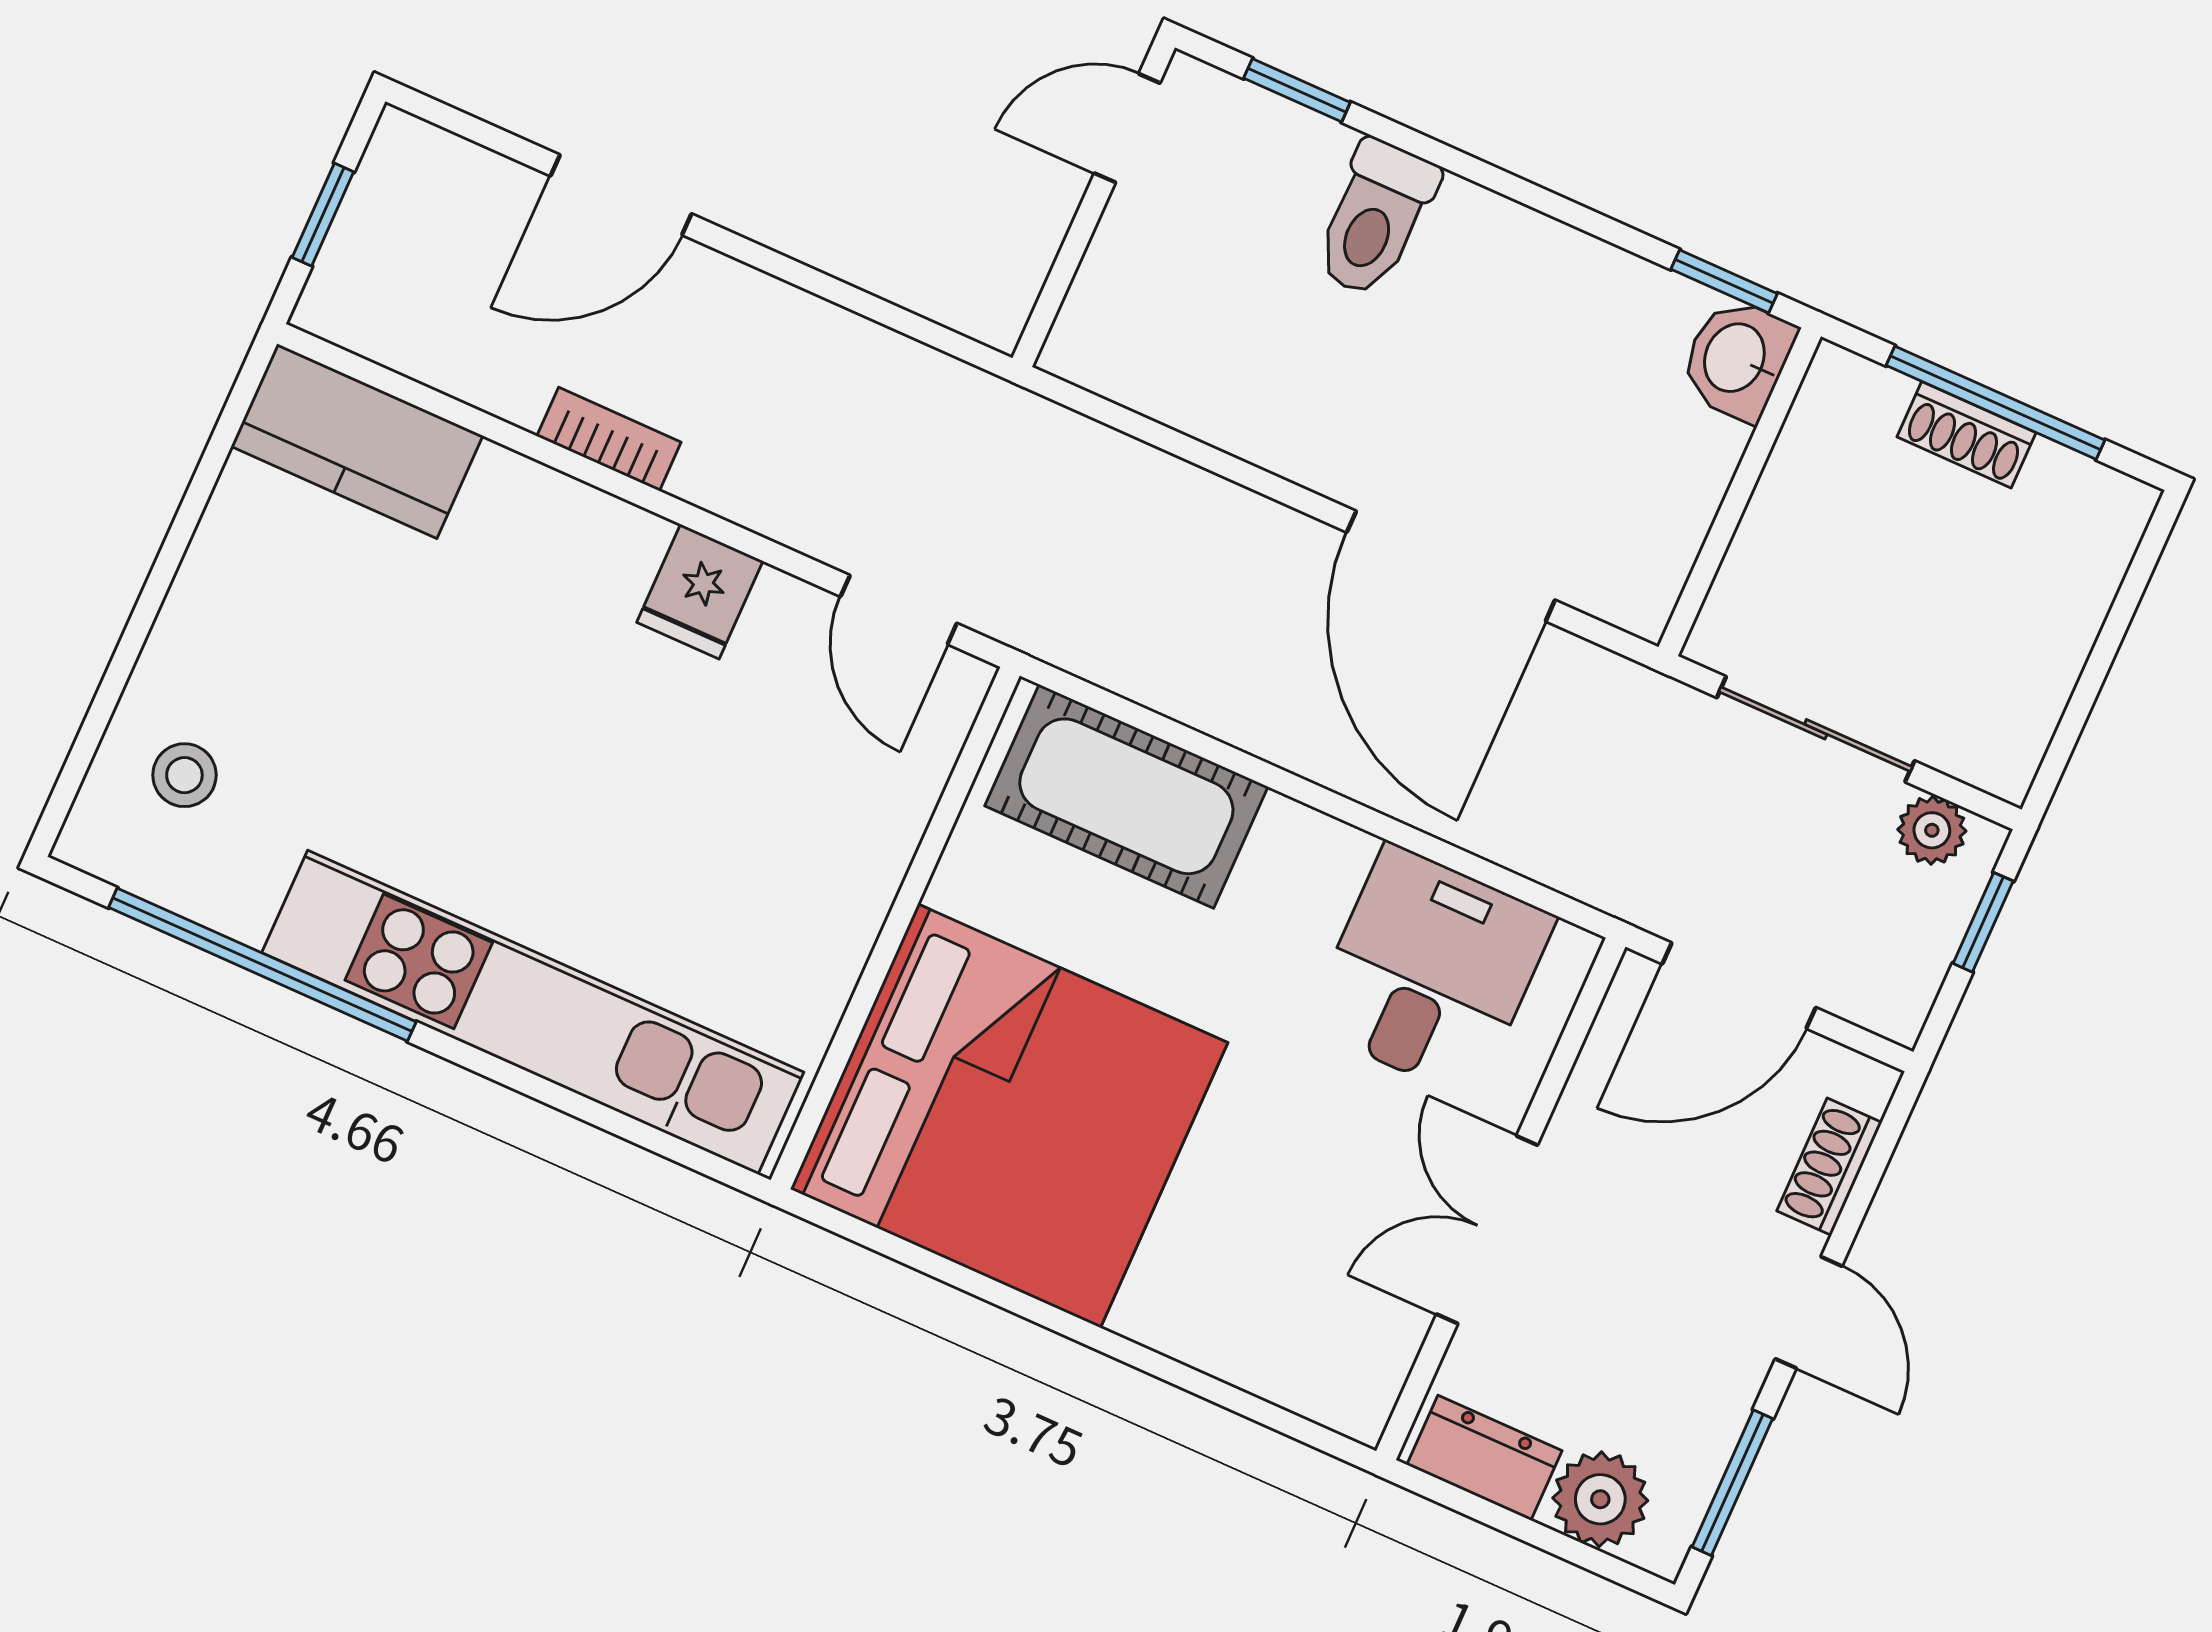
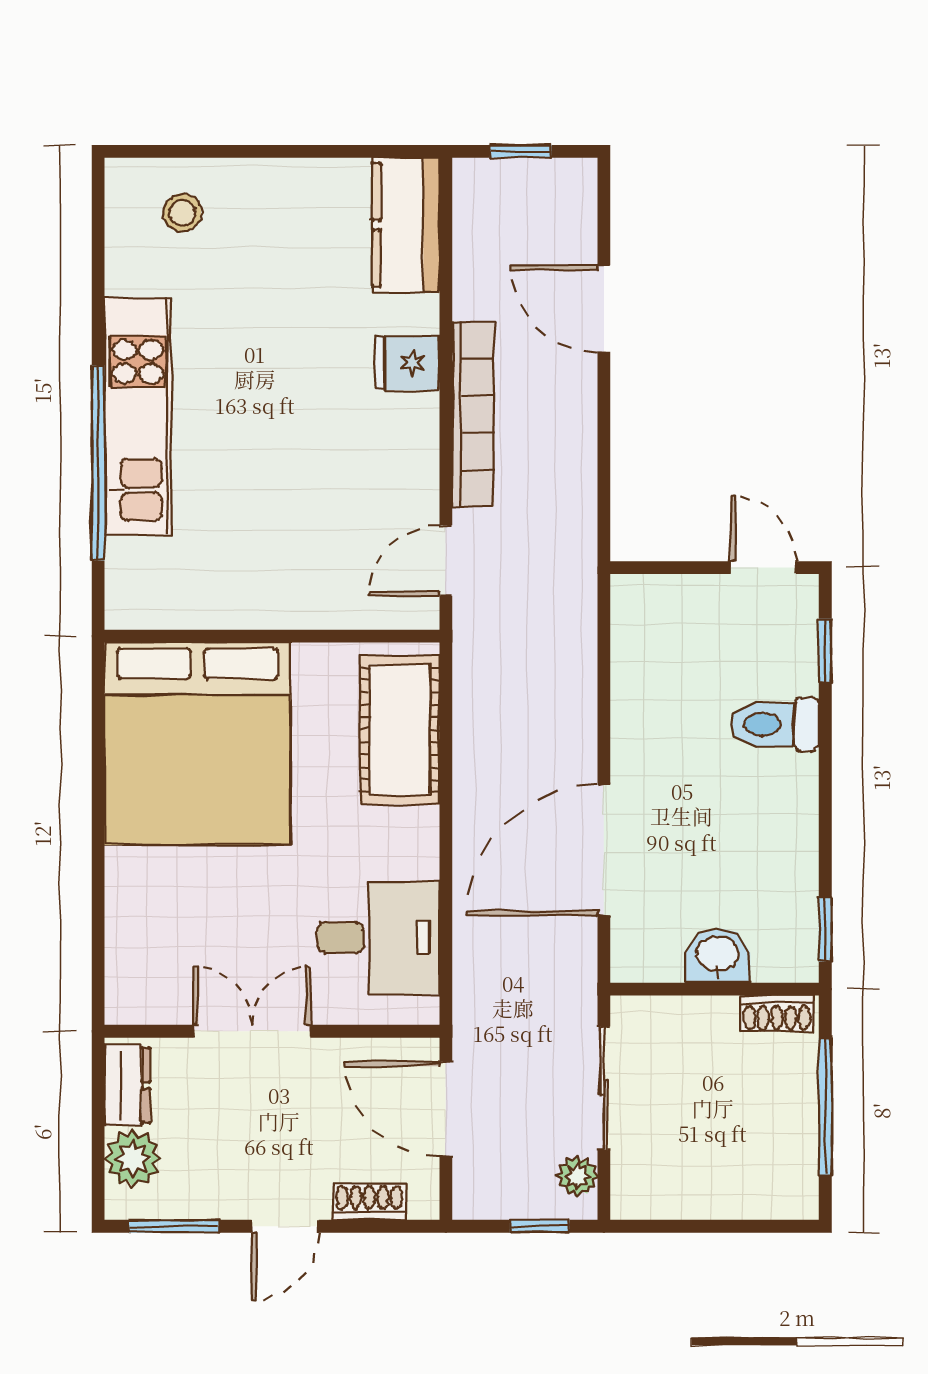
washbasin: (1737, 359) -> (718, 955), moved
shoe rack: (1966, 435) -> (777, 1014), moved, turned -90
bookcase: (609, 439) -> (473, 414), width x2.31, depth x1.31
fridge: (700, 592) -> (407, 363), moved
window: (262, 965) -> (98, 463), moved
kitchen unit: (533, 1012) -> (138, 416), width x0.73

